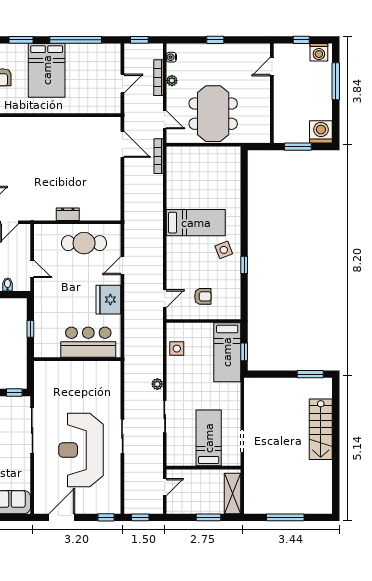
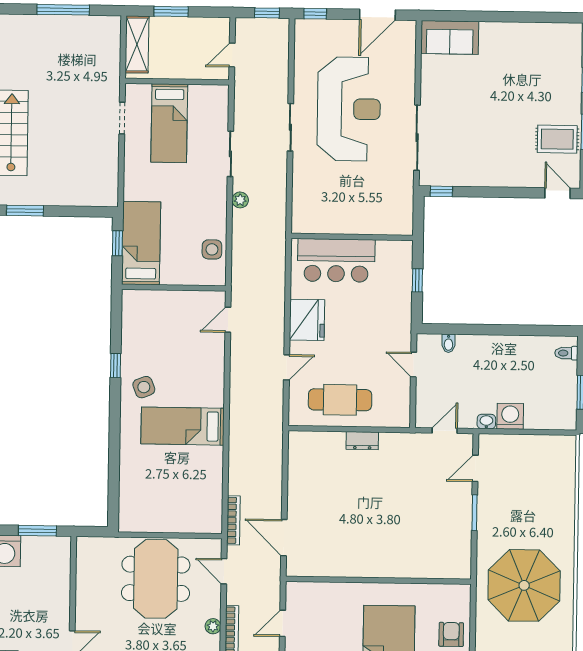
armchair: (203, 296) -> (174, 322), removed

